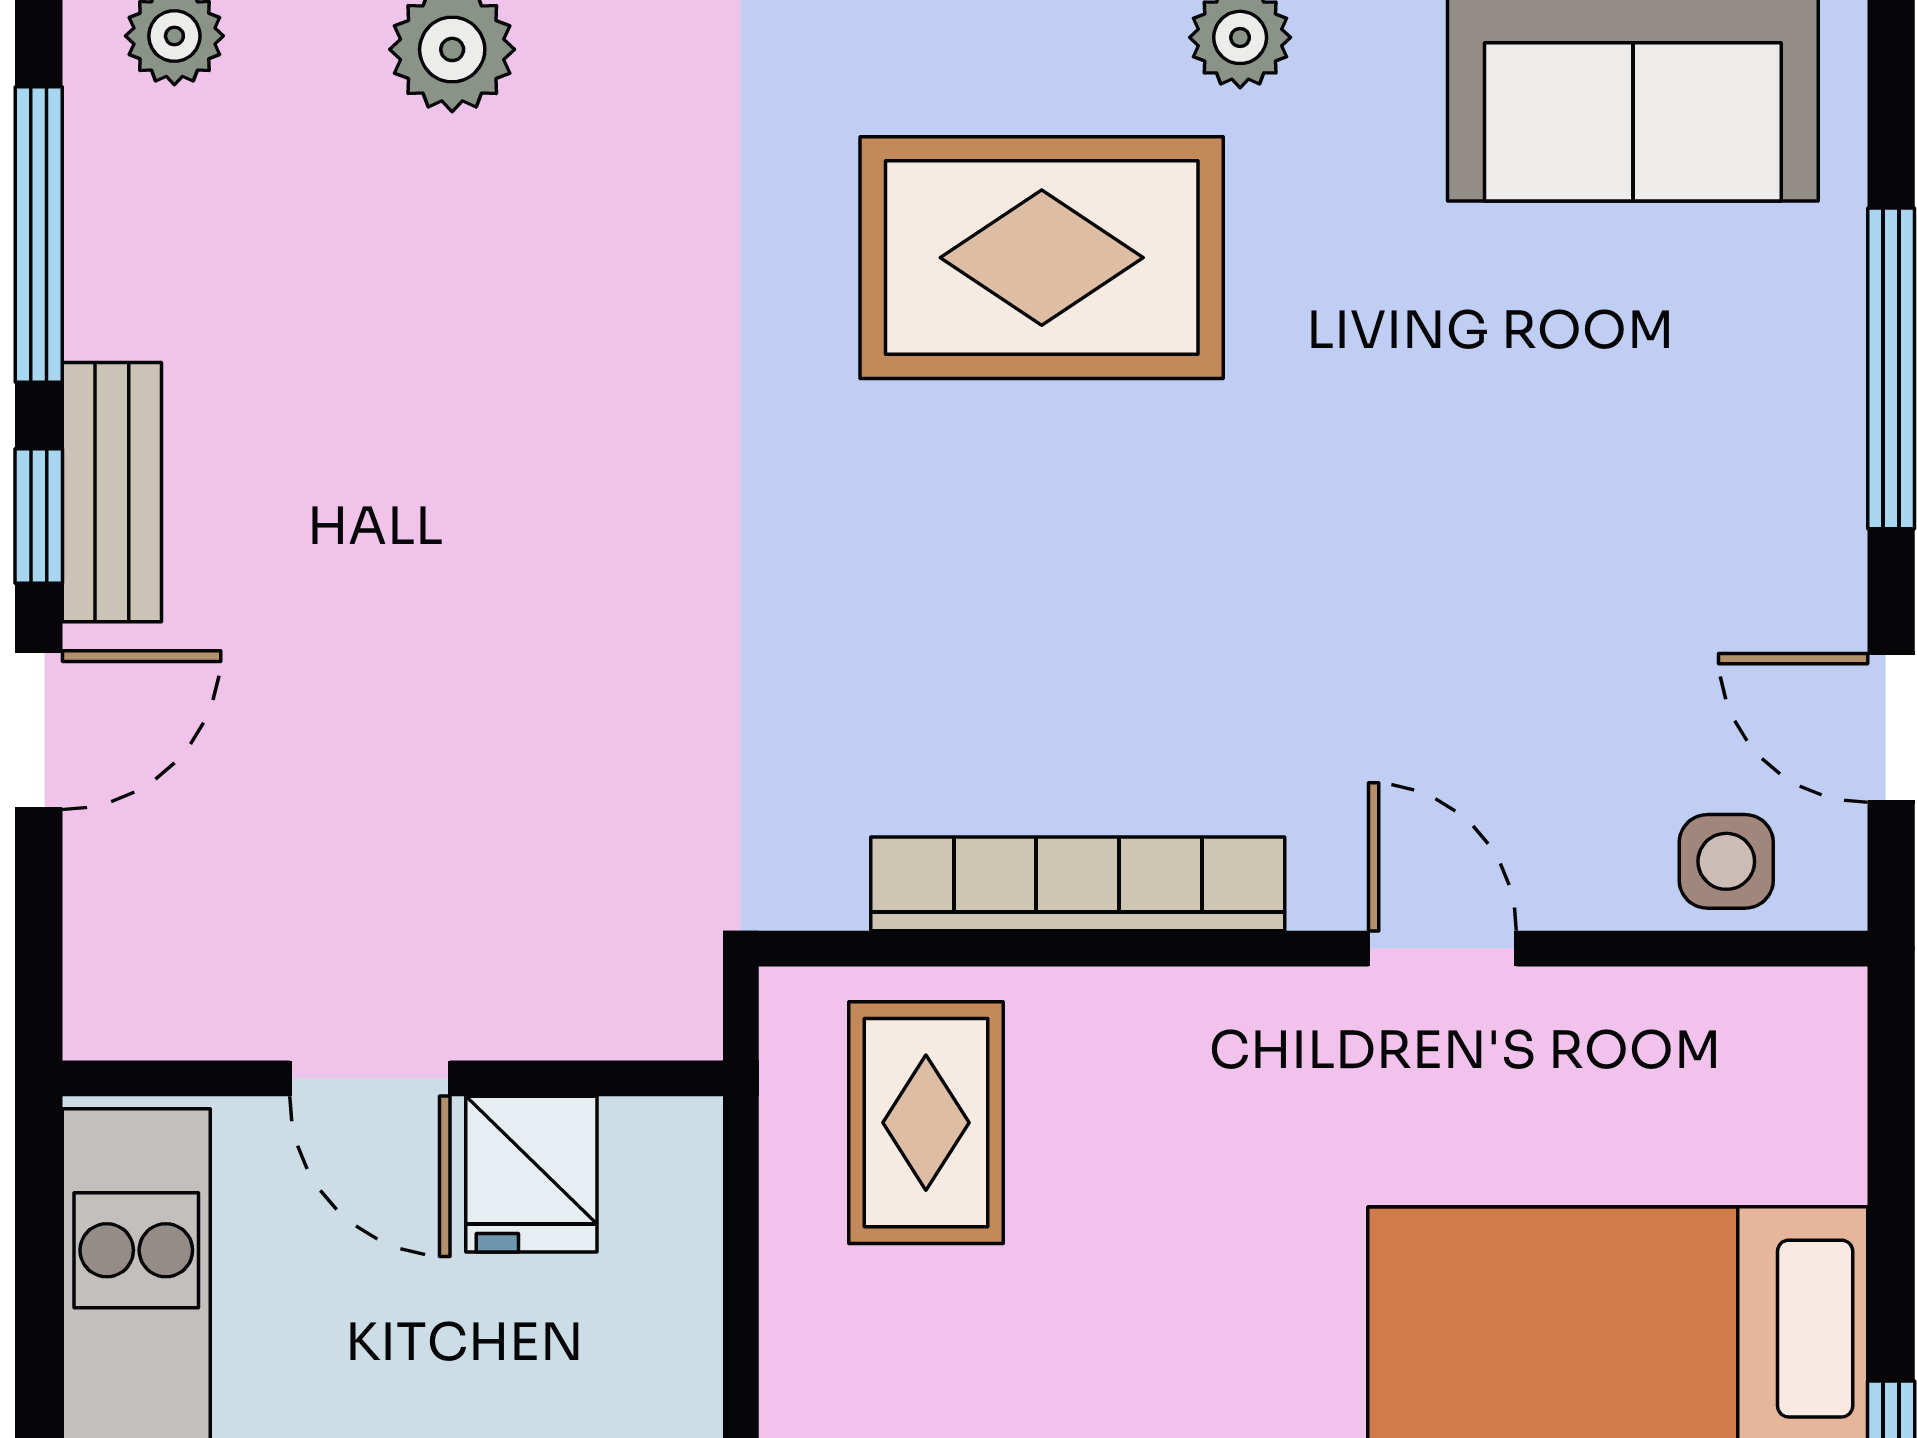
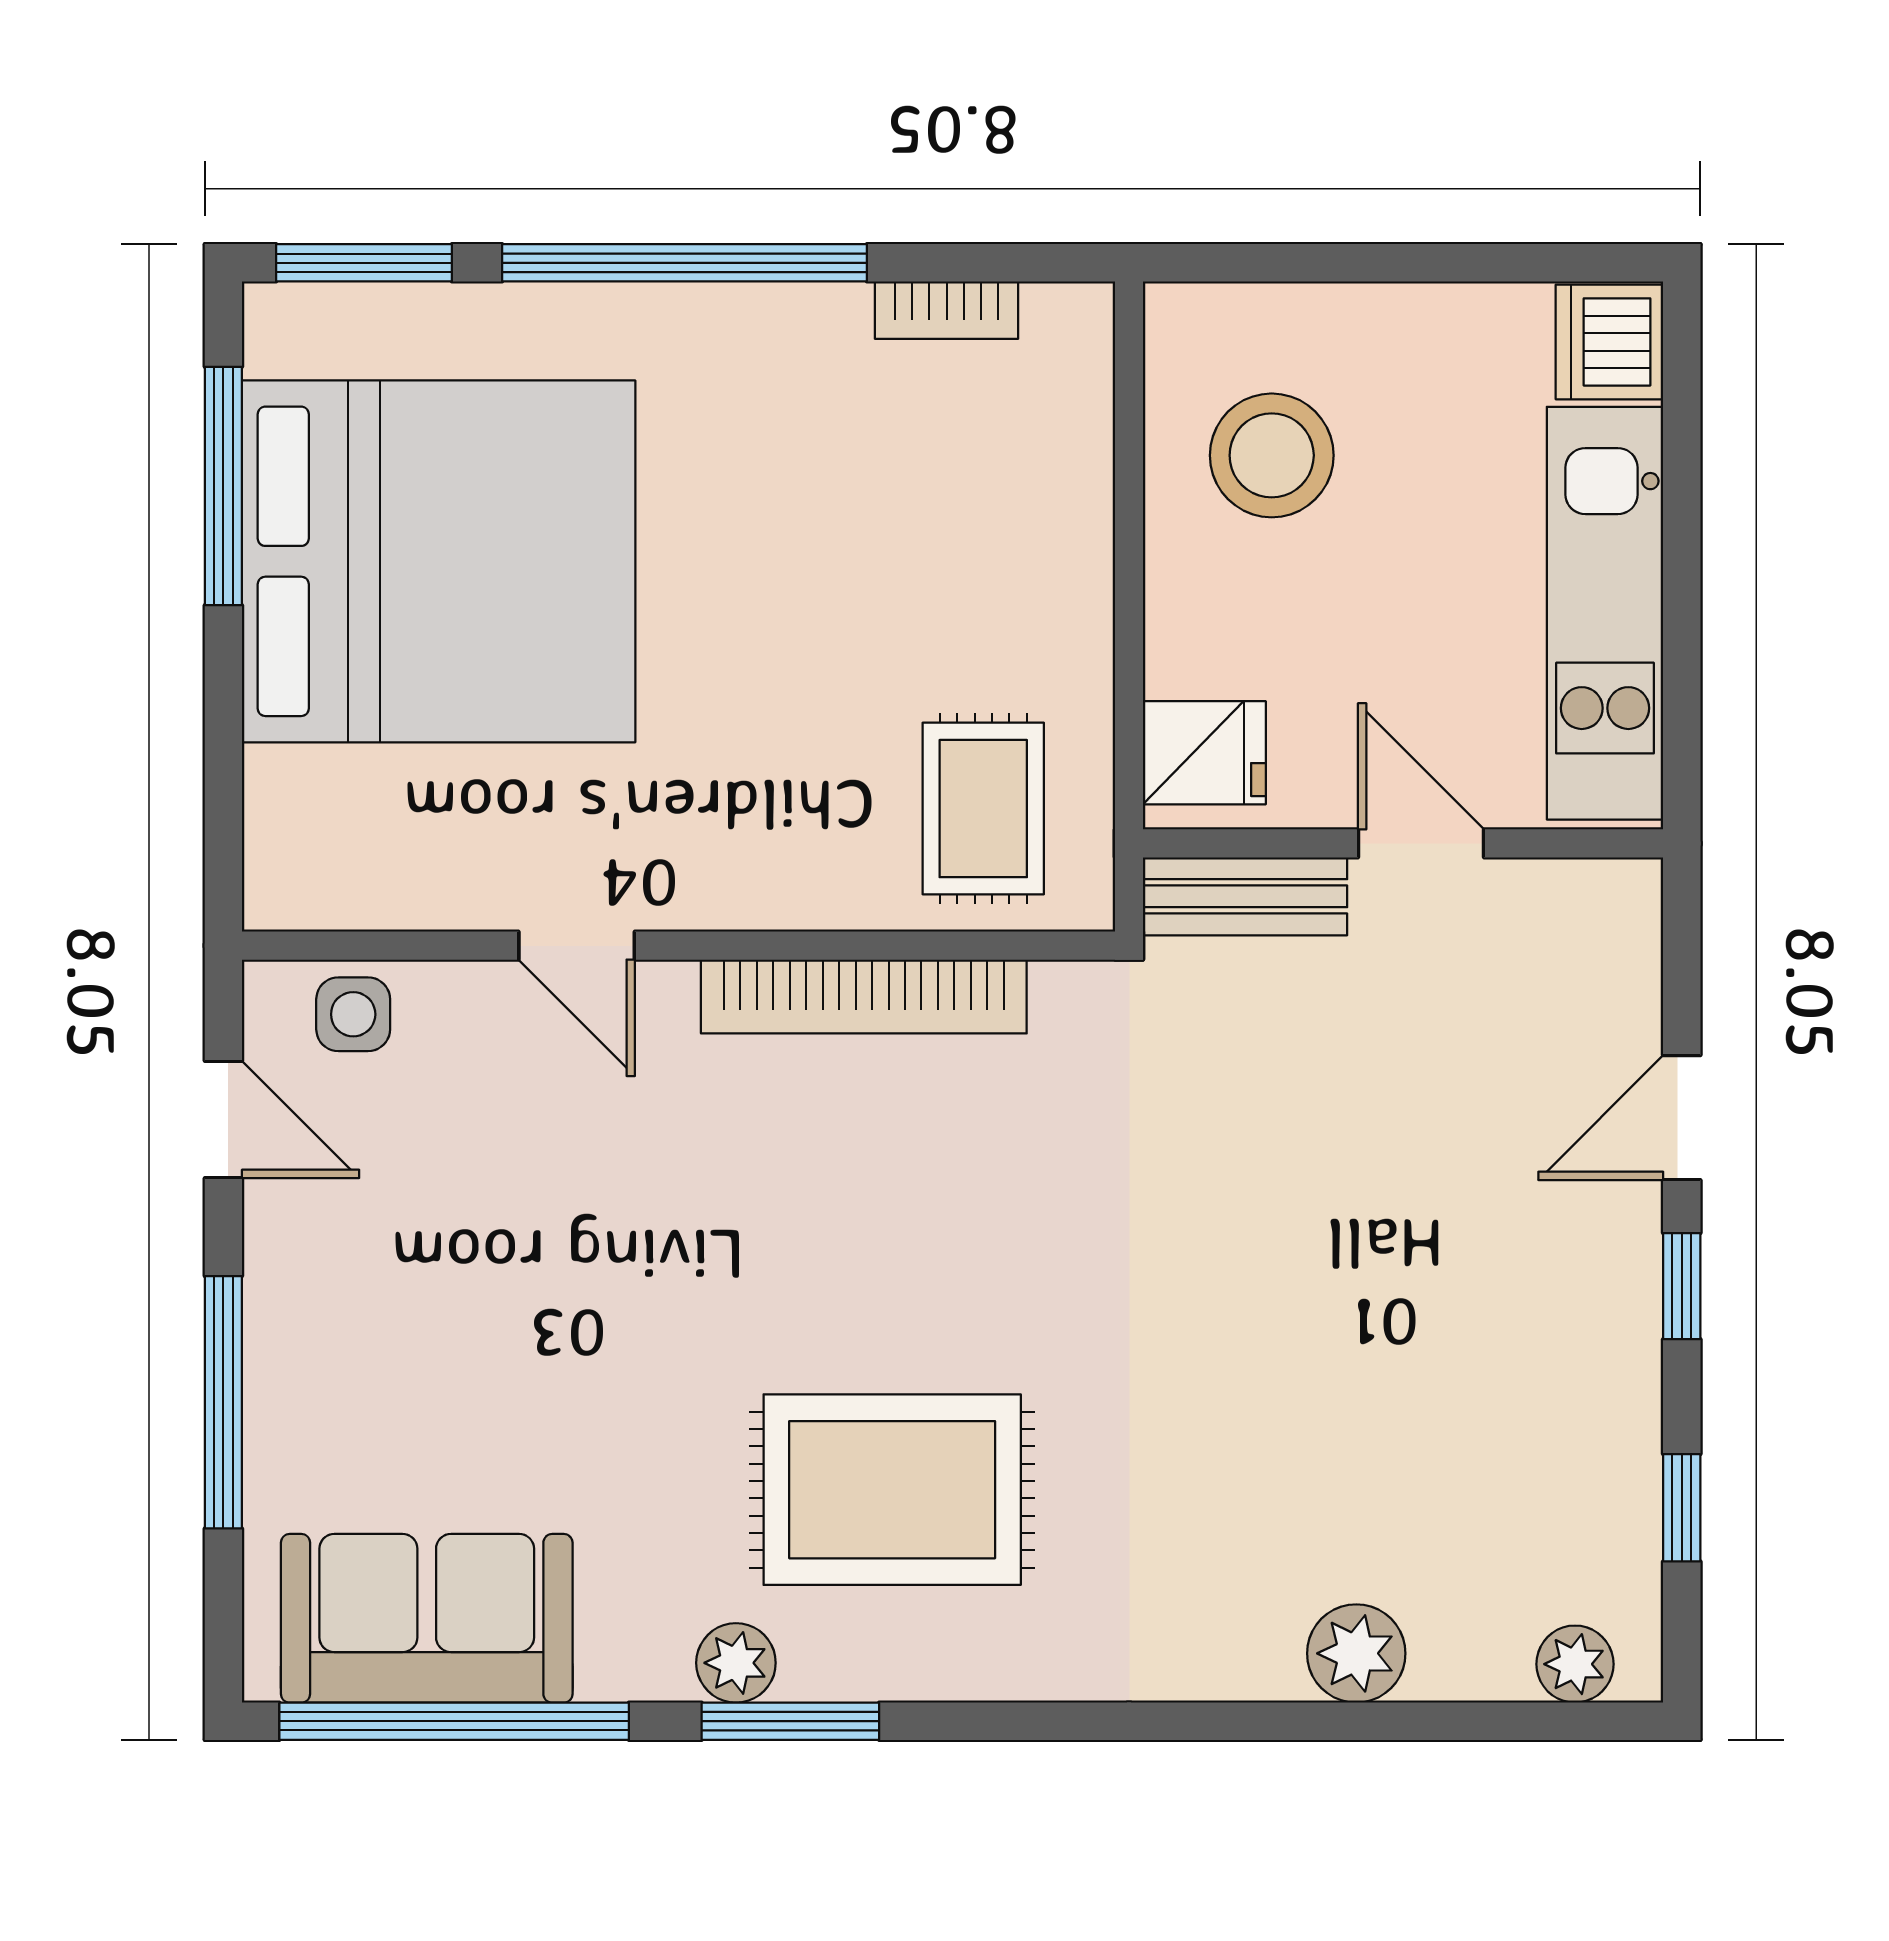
window: (39, 234) -> (1682, 1508), width x0.46
bench: (112, 492) -> (1245, 896), moved, turned 90
fridge: (531, 1174) -> (1204, 753), moved, turned 90

